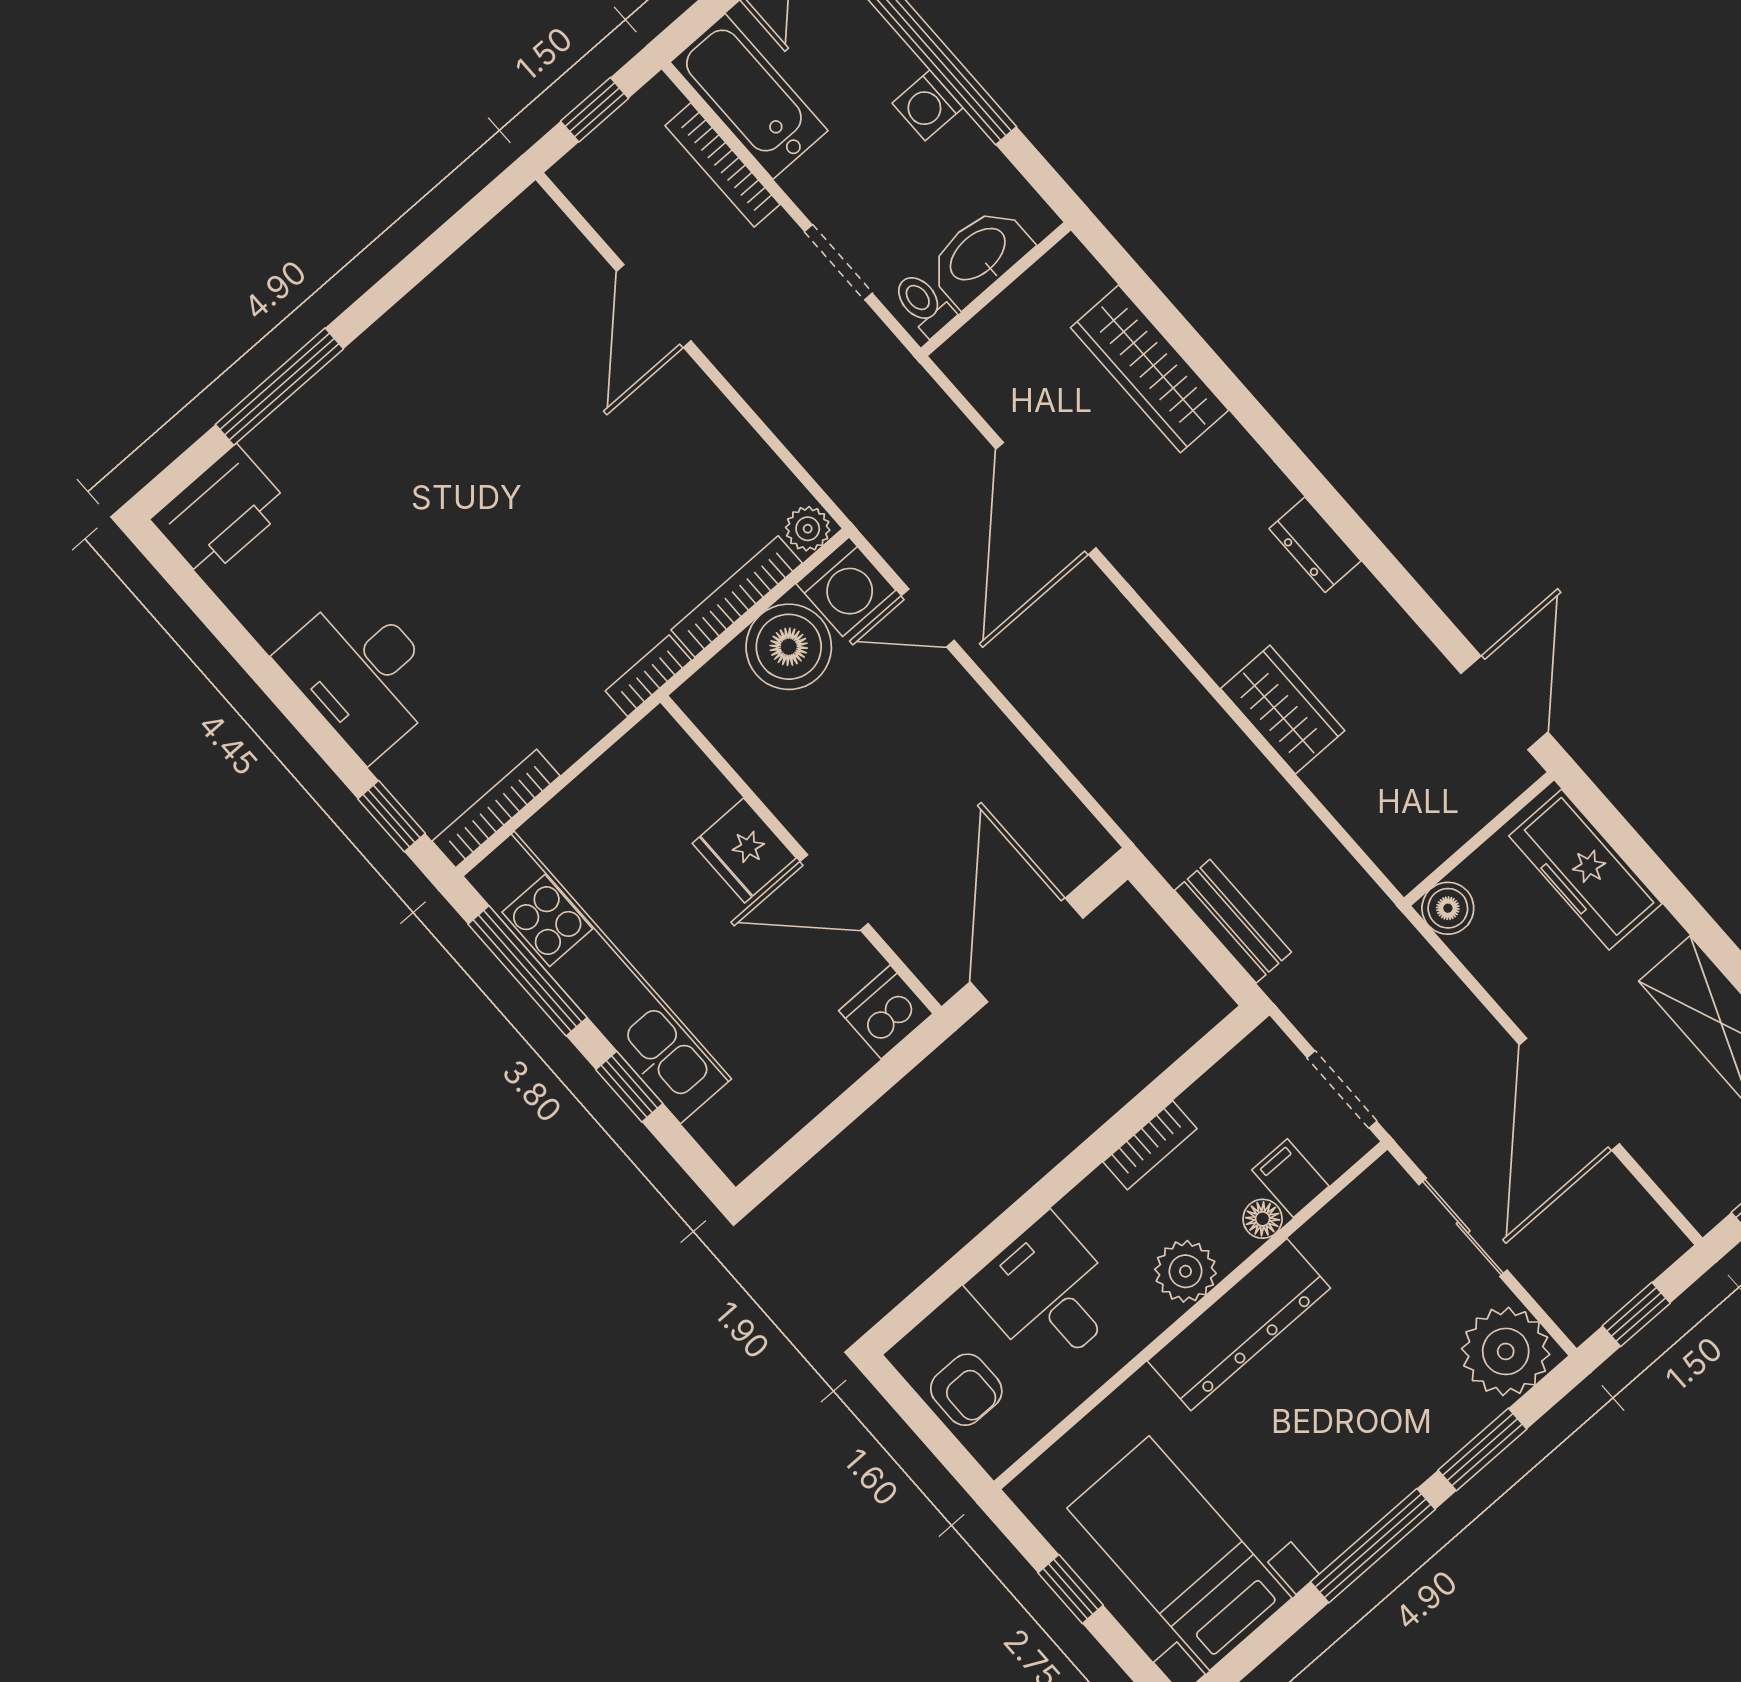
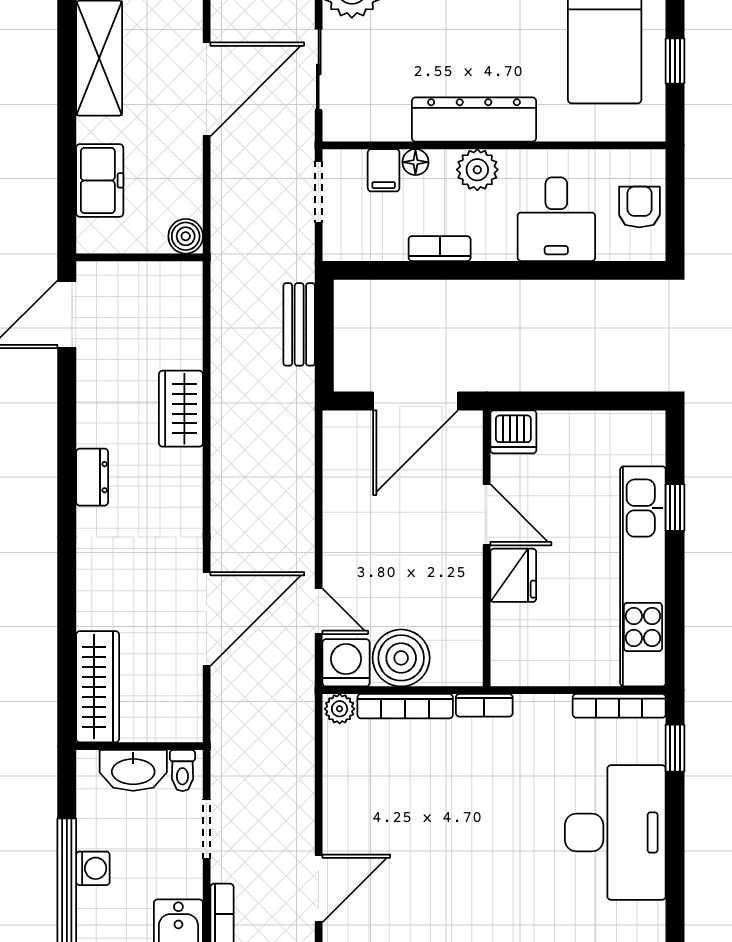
wardrobe: (1150, 369) -> (98, 687), moved
desk: (362, 674) -> (615, 832), width x1.36, depth x1.30
freezer: (1585, 870) -> (100, 180), width x0.71
window: (528, 971) -> (675, 610), removed

